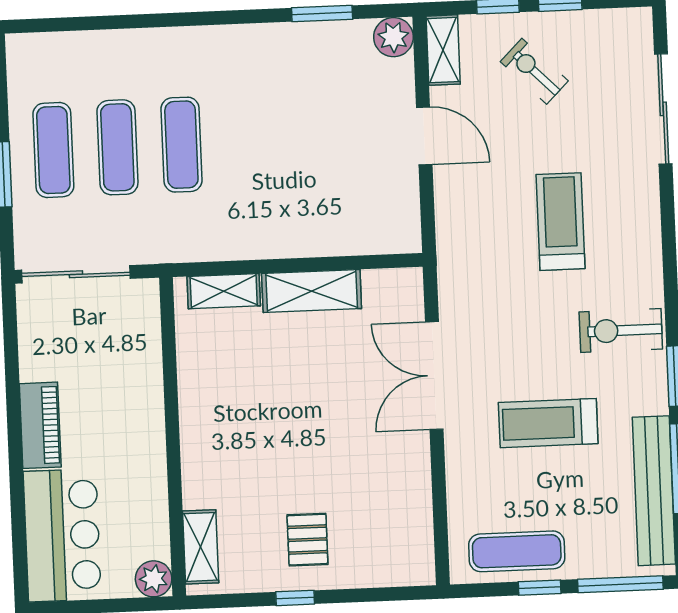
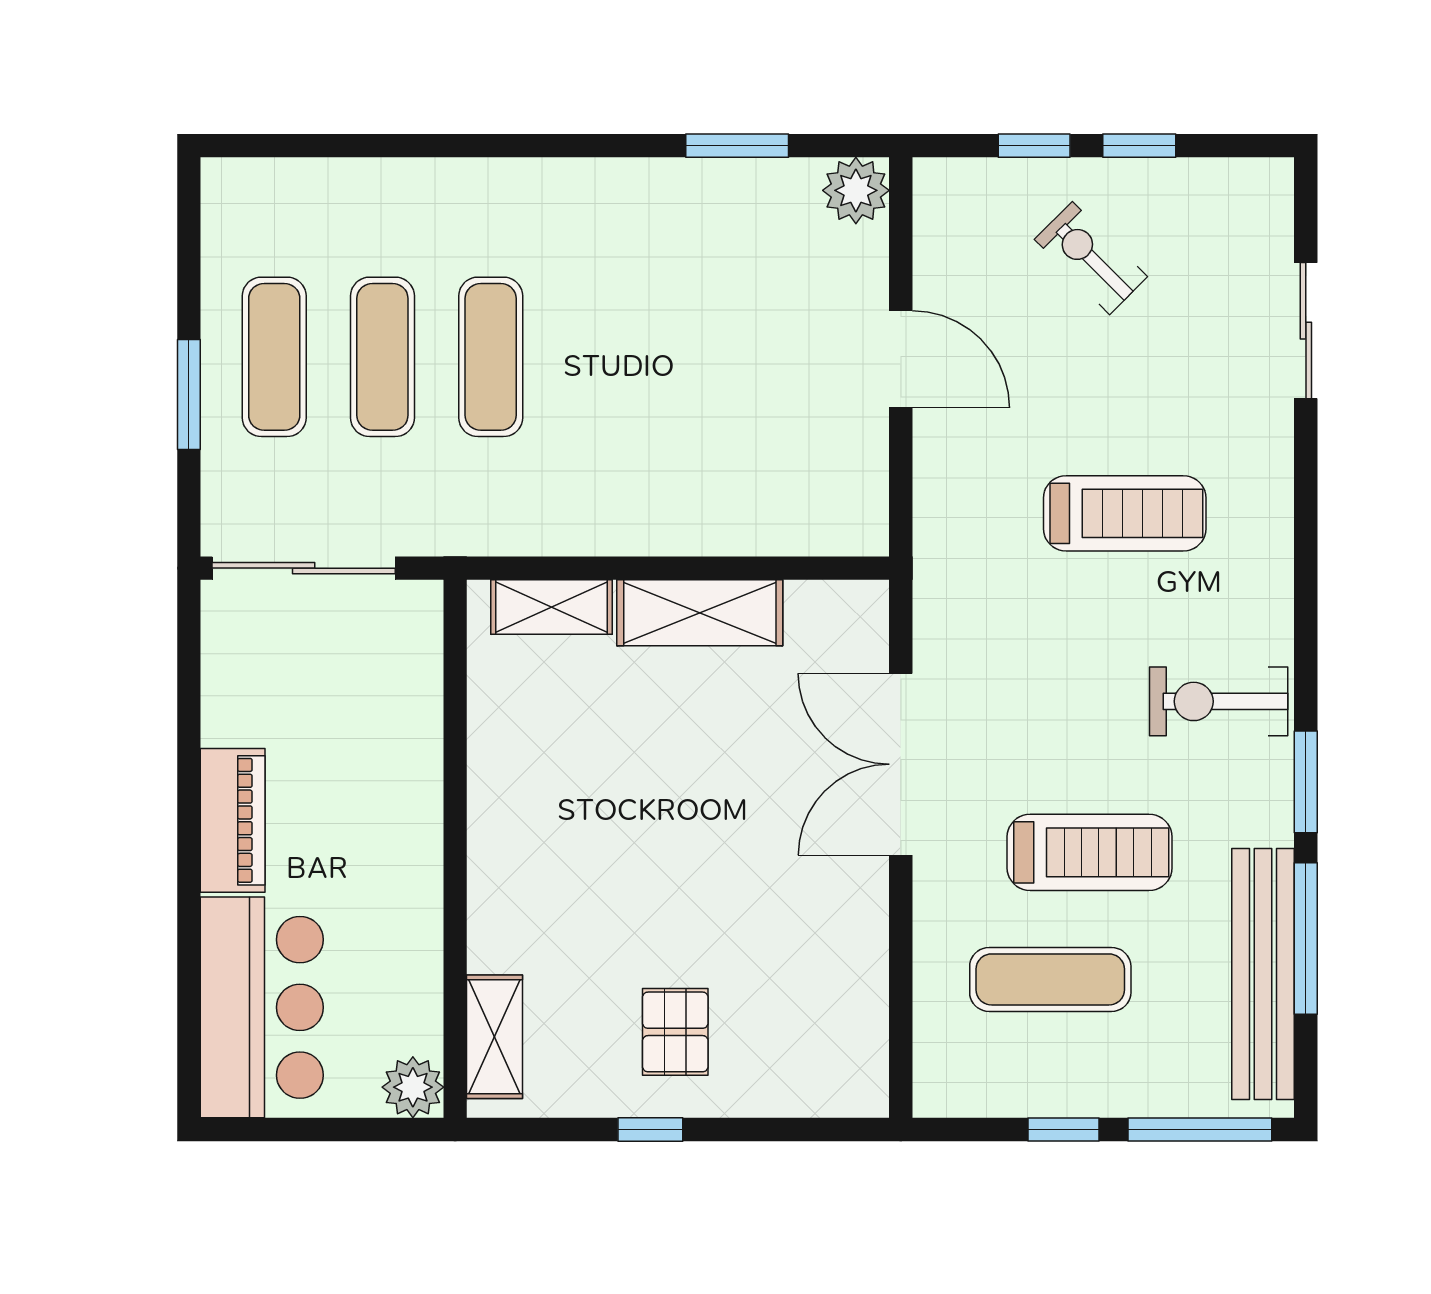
shelving: (443, 50) -> (939, 216), removed
sliding door: (663, 109) -> (1306, 331), width x0.73
treadmill: (561, 222) -> (1125, 513), turned 90
treadmill: (548, 423) -> (1090, 852), turned 180
exercise mat: (517, 551) -> (1050, 979), moved

